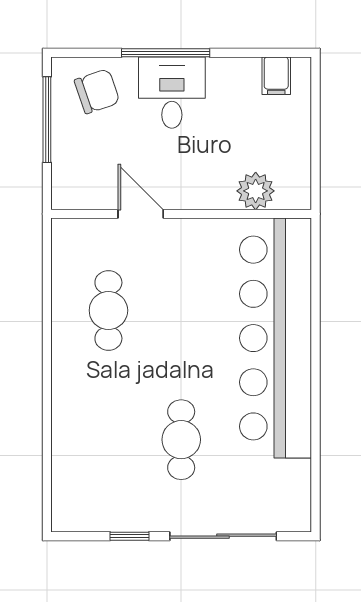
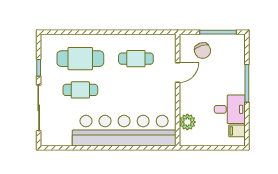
chair: (97, 91) -> (203, 51), moved
desk: (172, 93) -> (230, 109), moved
cafe table: (108, 440) -> (80, 59), added

